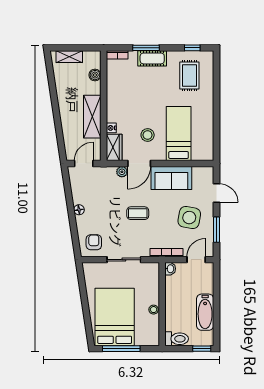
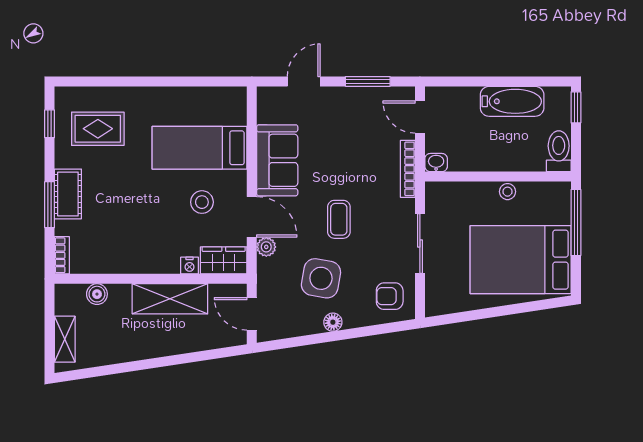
side table: (189, 218) -> (321, 278), moved
window: (121, 349) -> (576, 223), moved

